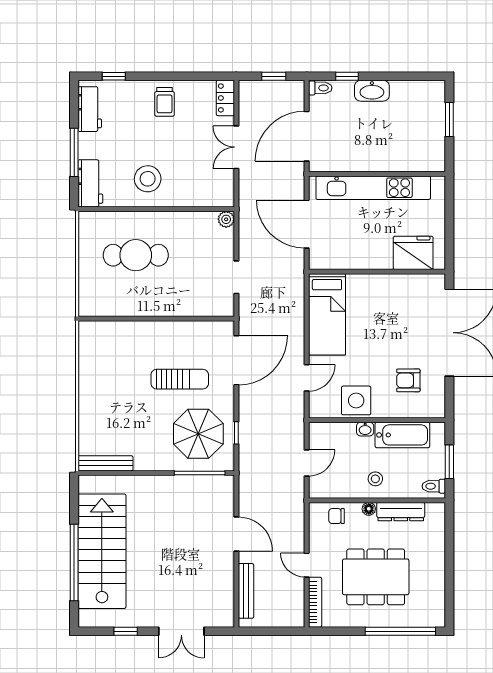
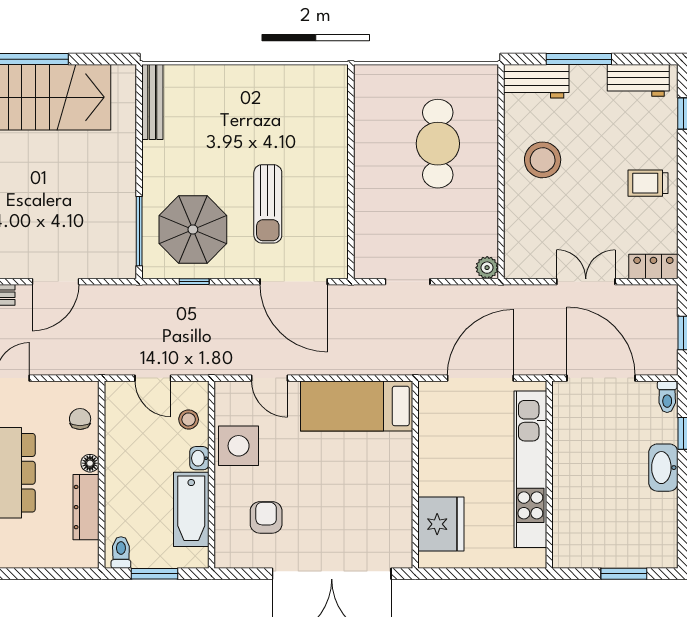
stool: (375, 479) -> (189, 419), moved

